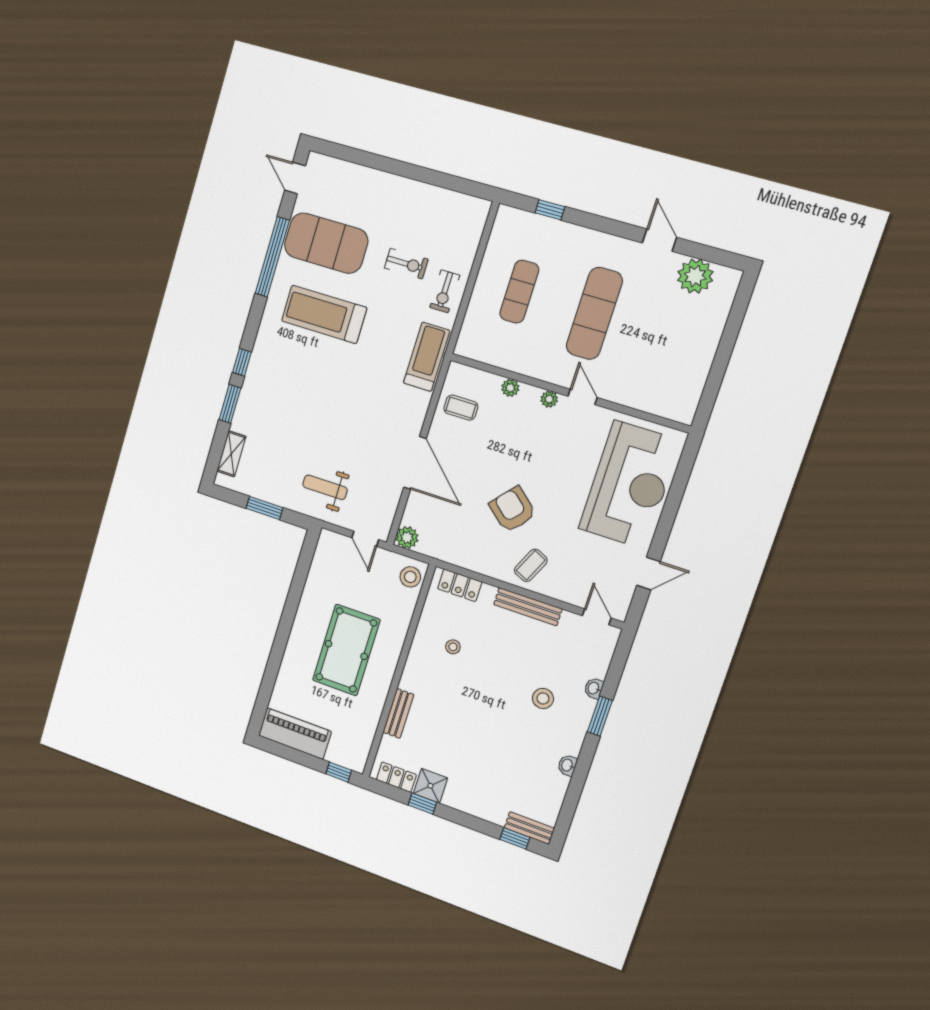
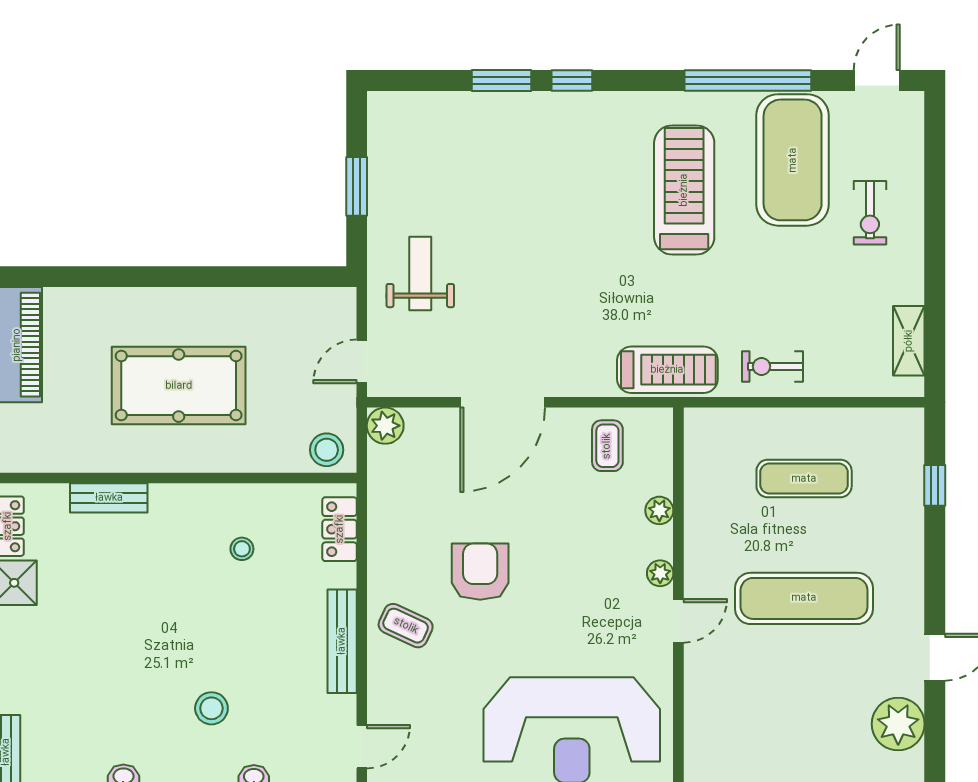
exercise bike: (406, 264) -> (870, 213), moved
shelving: (231, 454) -> (909, 341), moved, turned 90
armchair: (513, 509) -> (480, 572), turned -41

